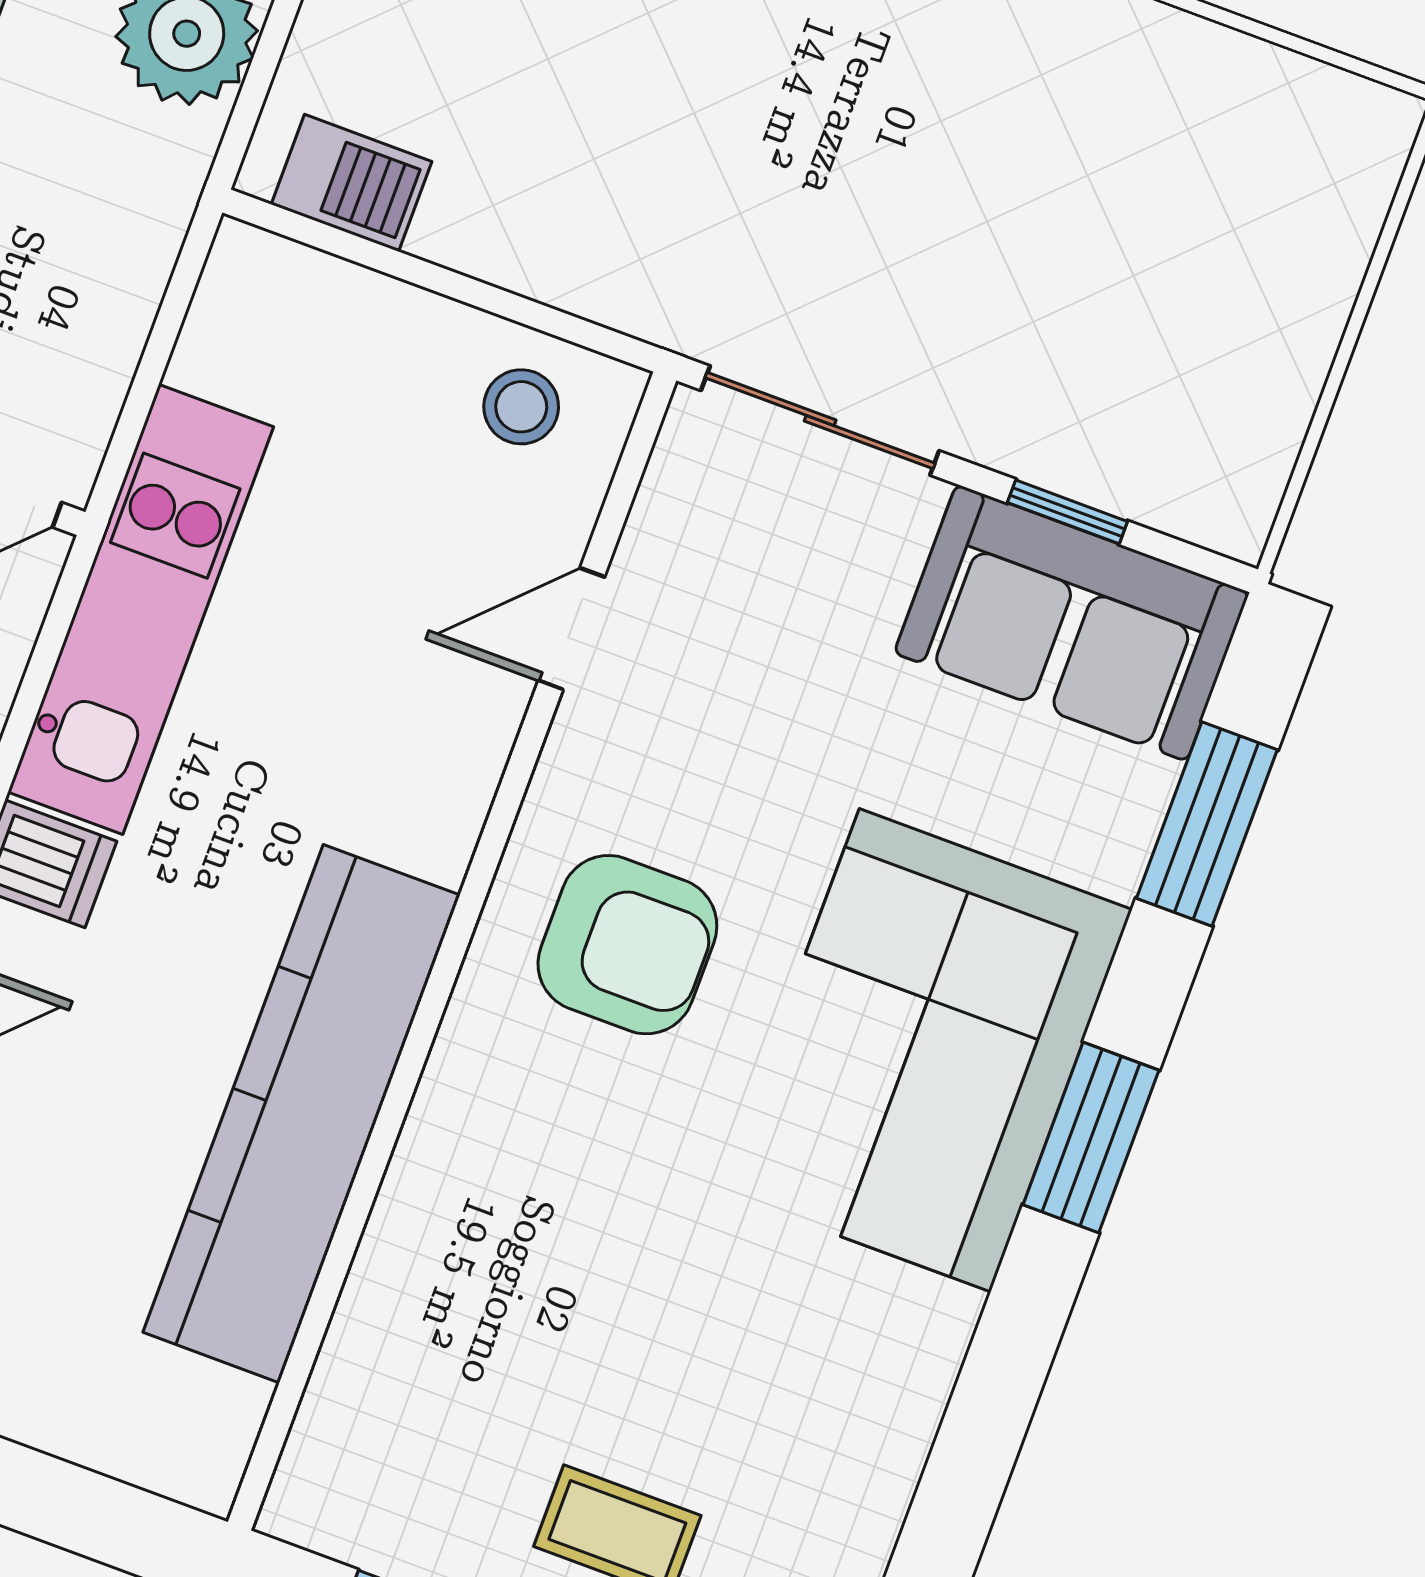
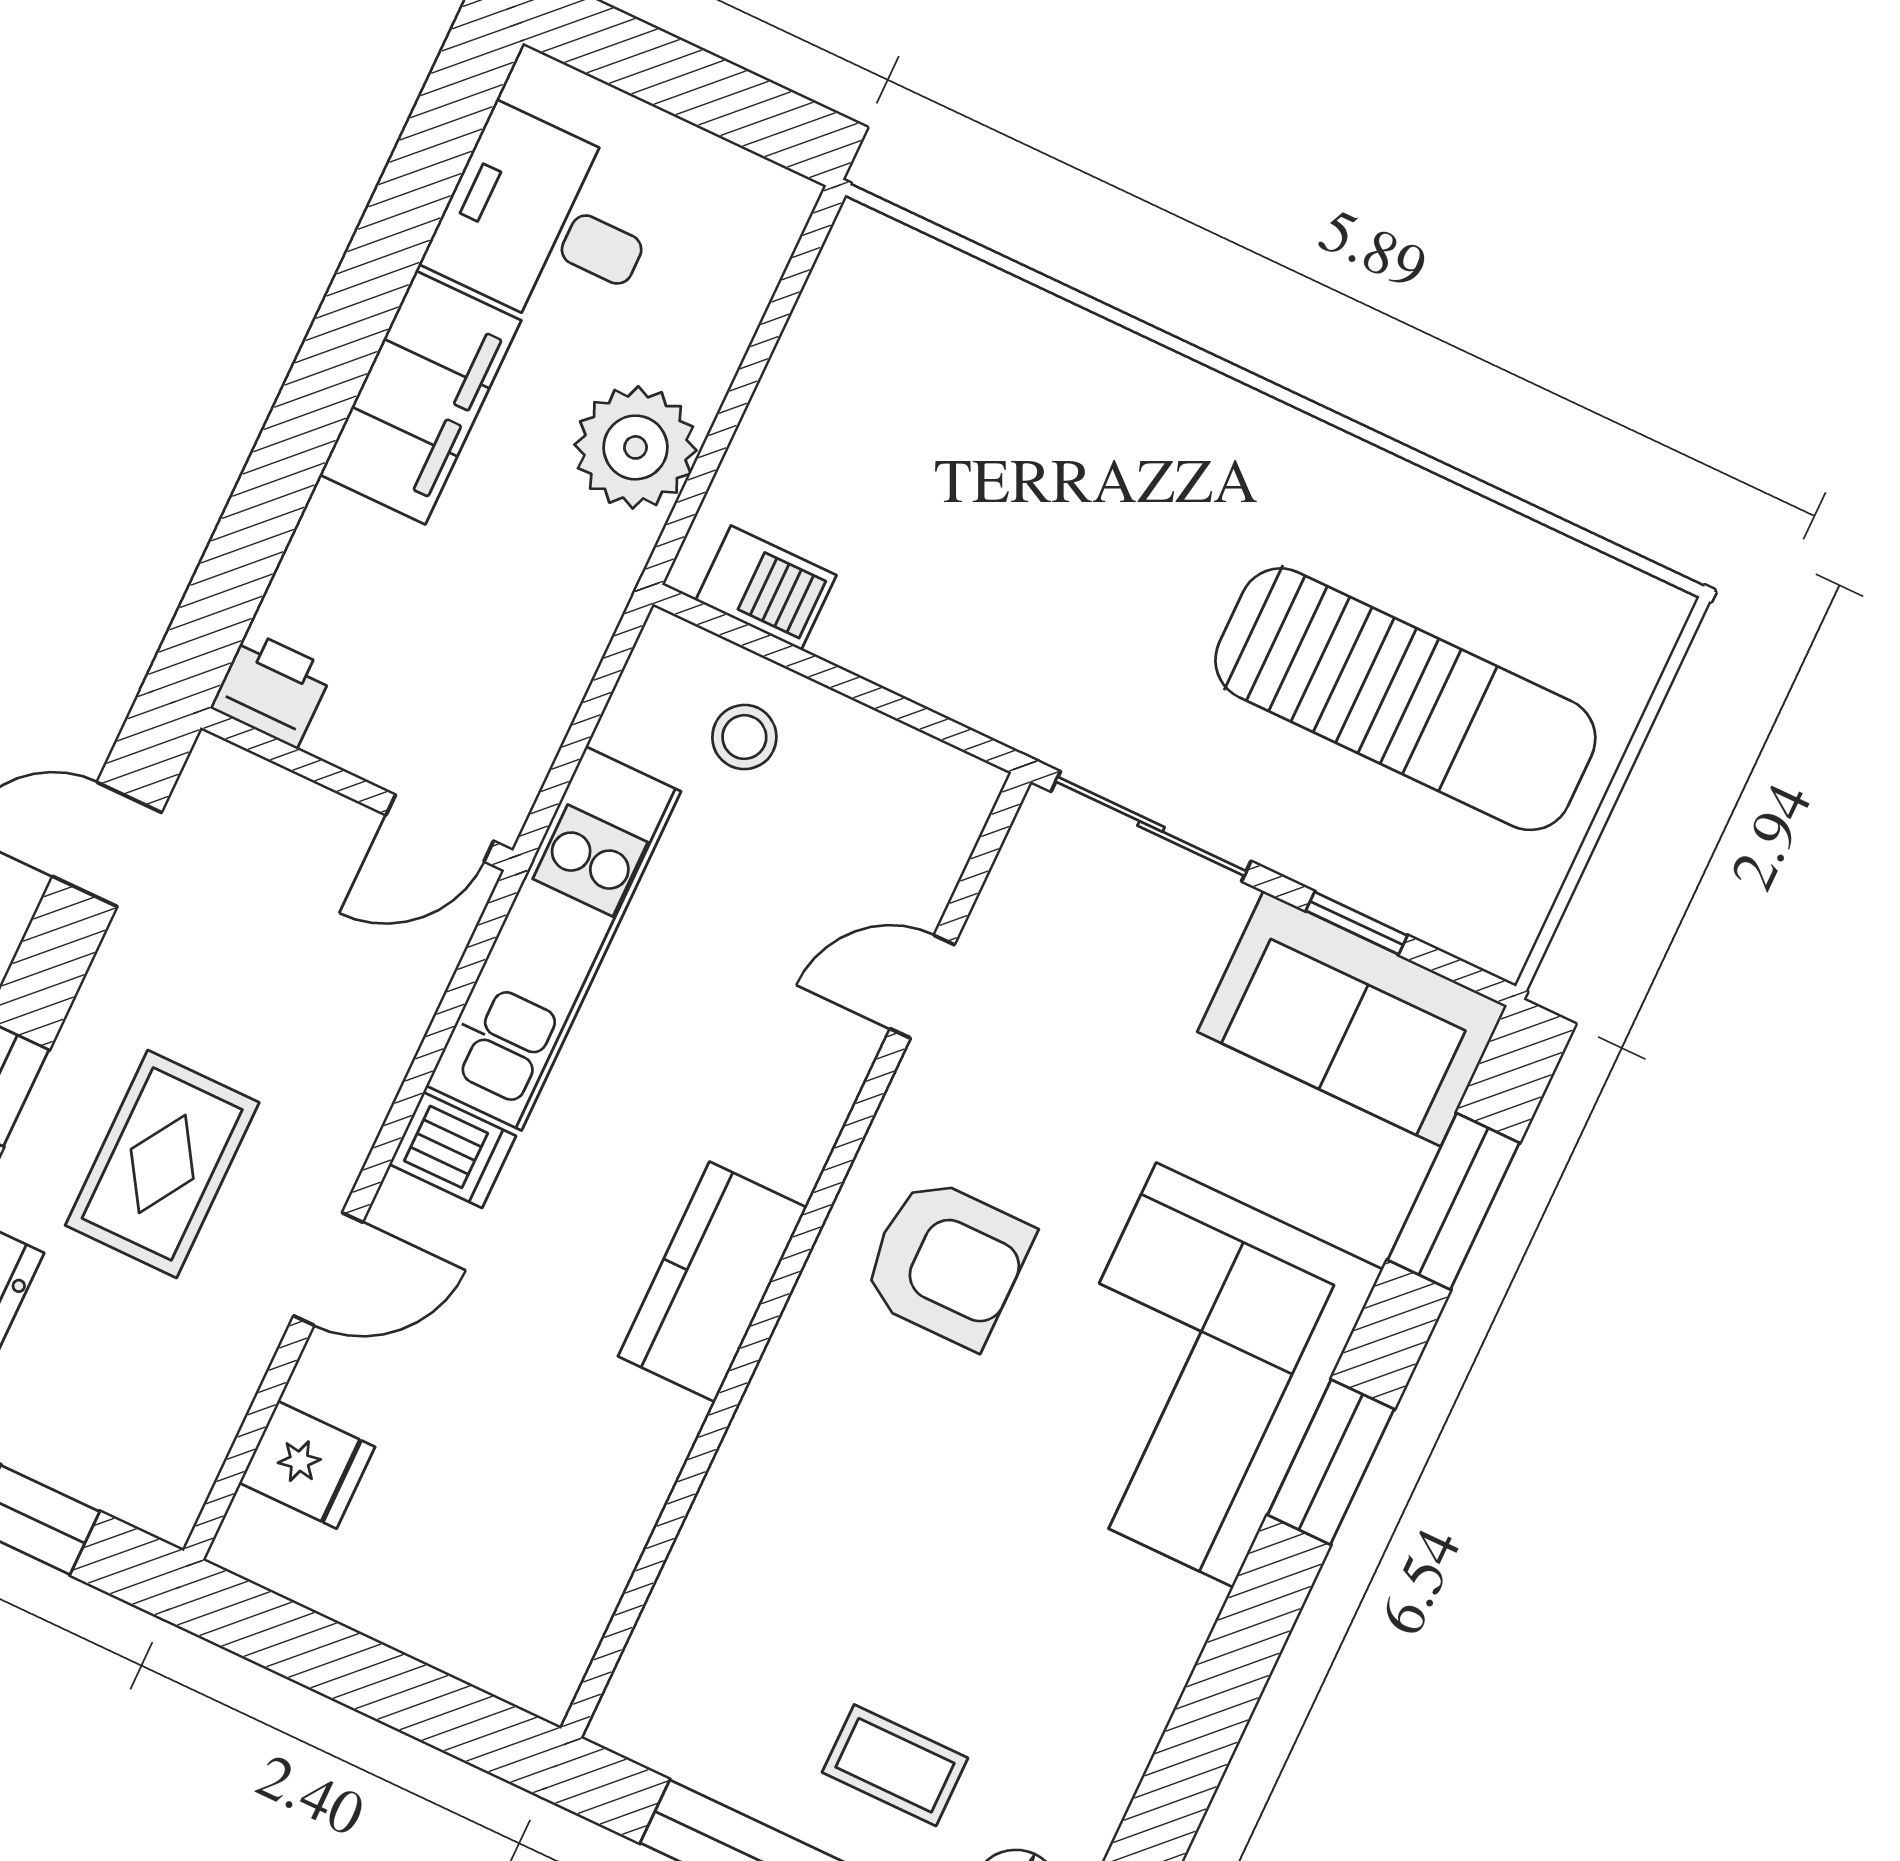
sun lounger: (1102, 248) -> (1405, 699), added
stool: (521, 407) -> (744, 737), moved
kitchen counter: (301, 1114) -> (712, 1282), width x0.48, depth x0.86

